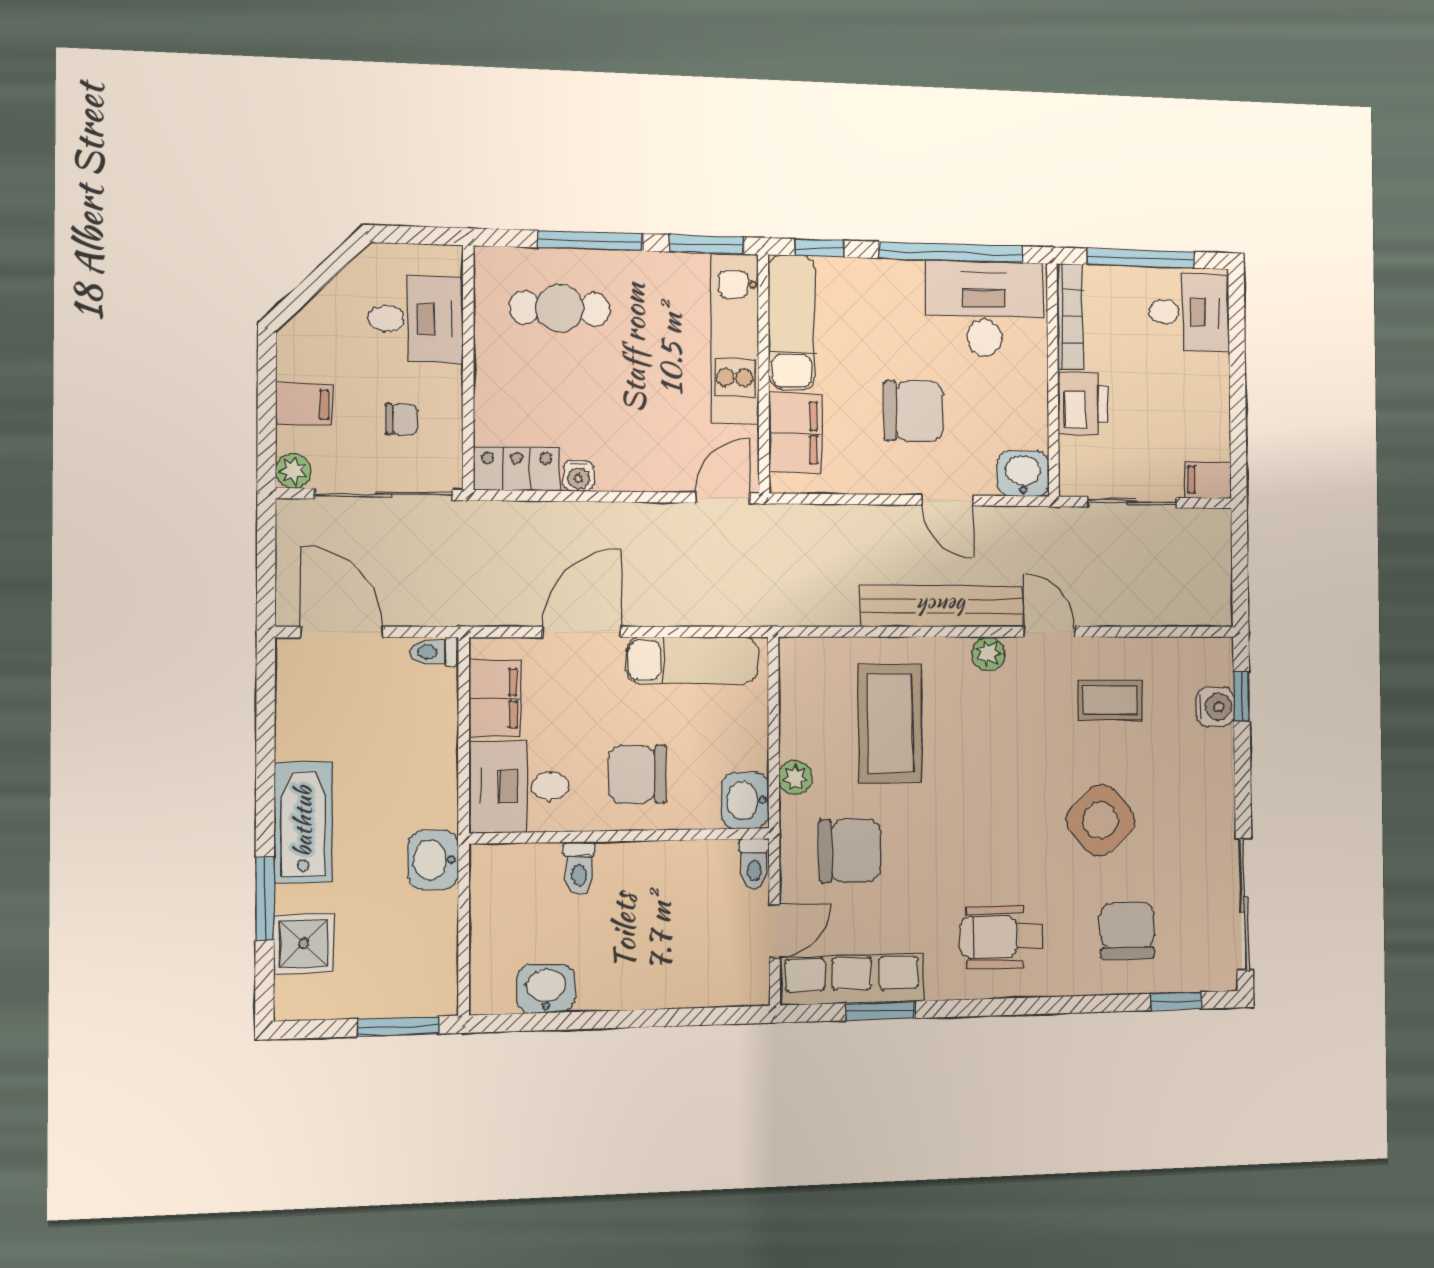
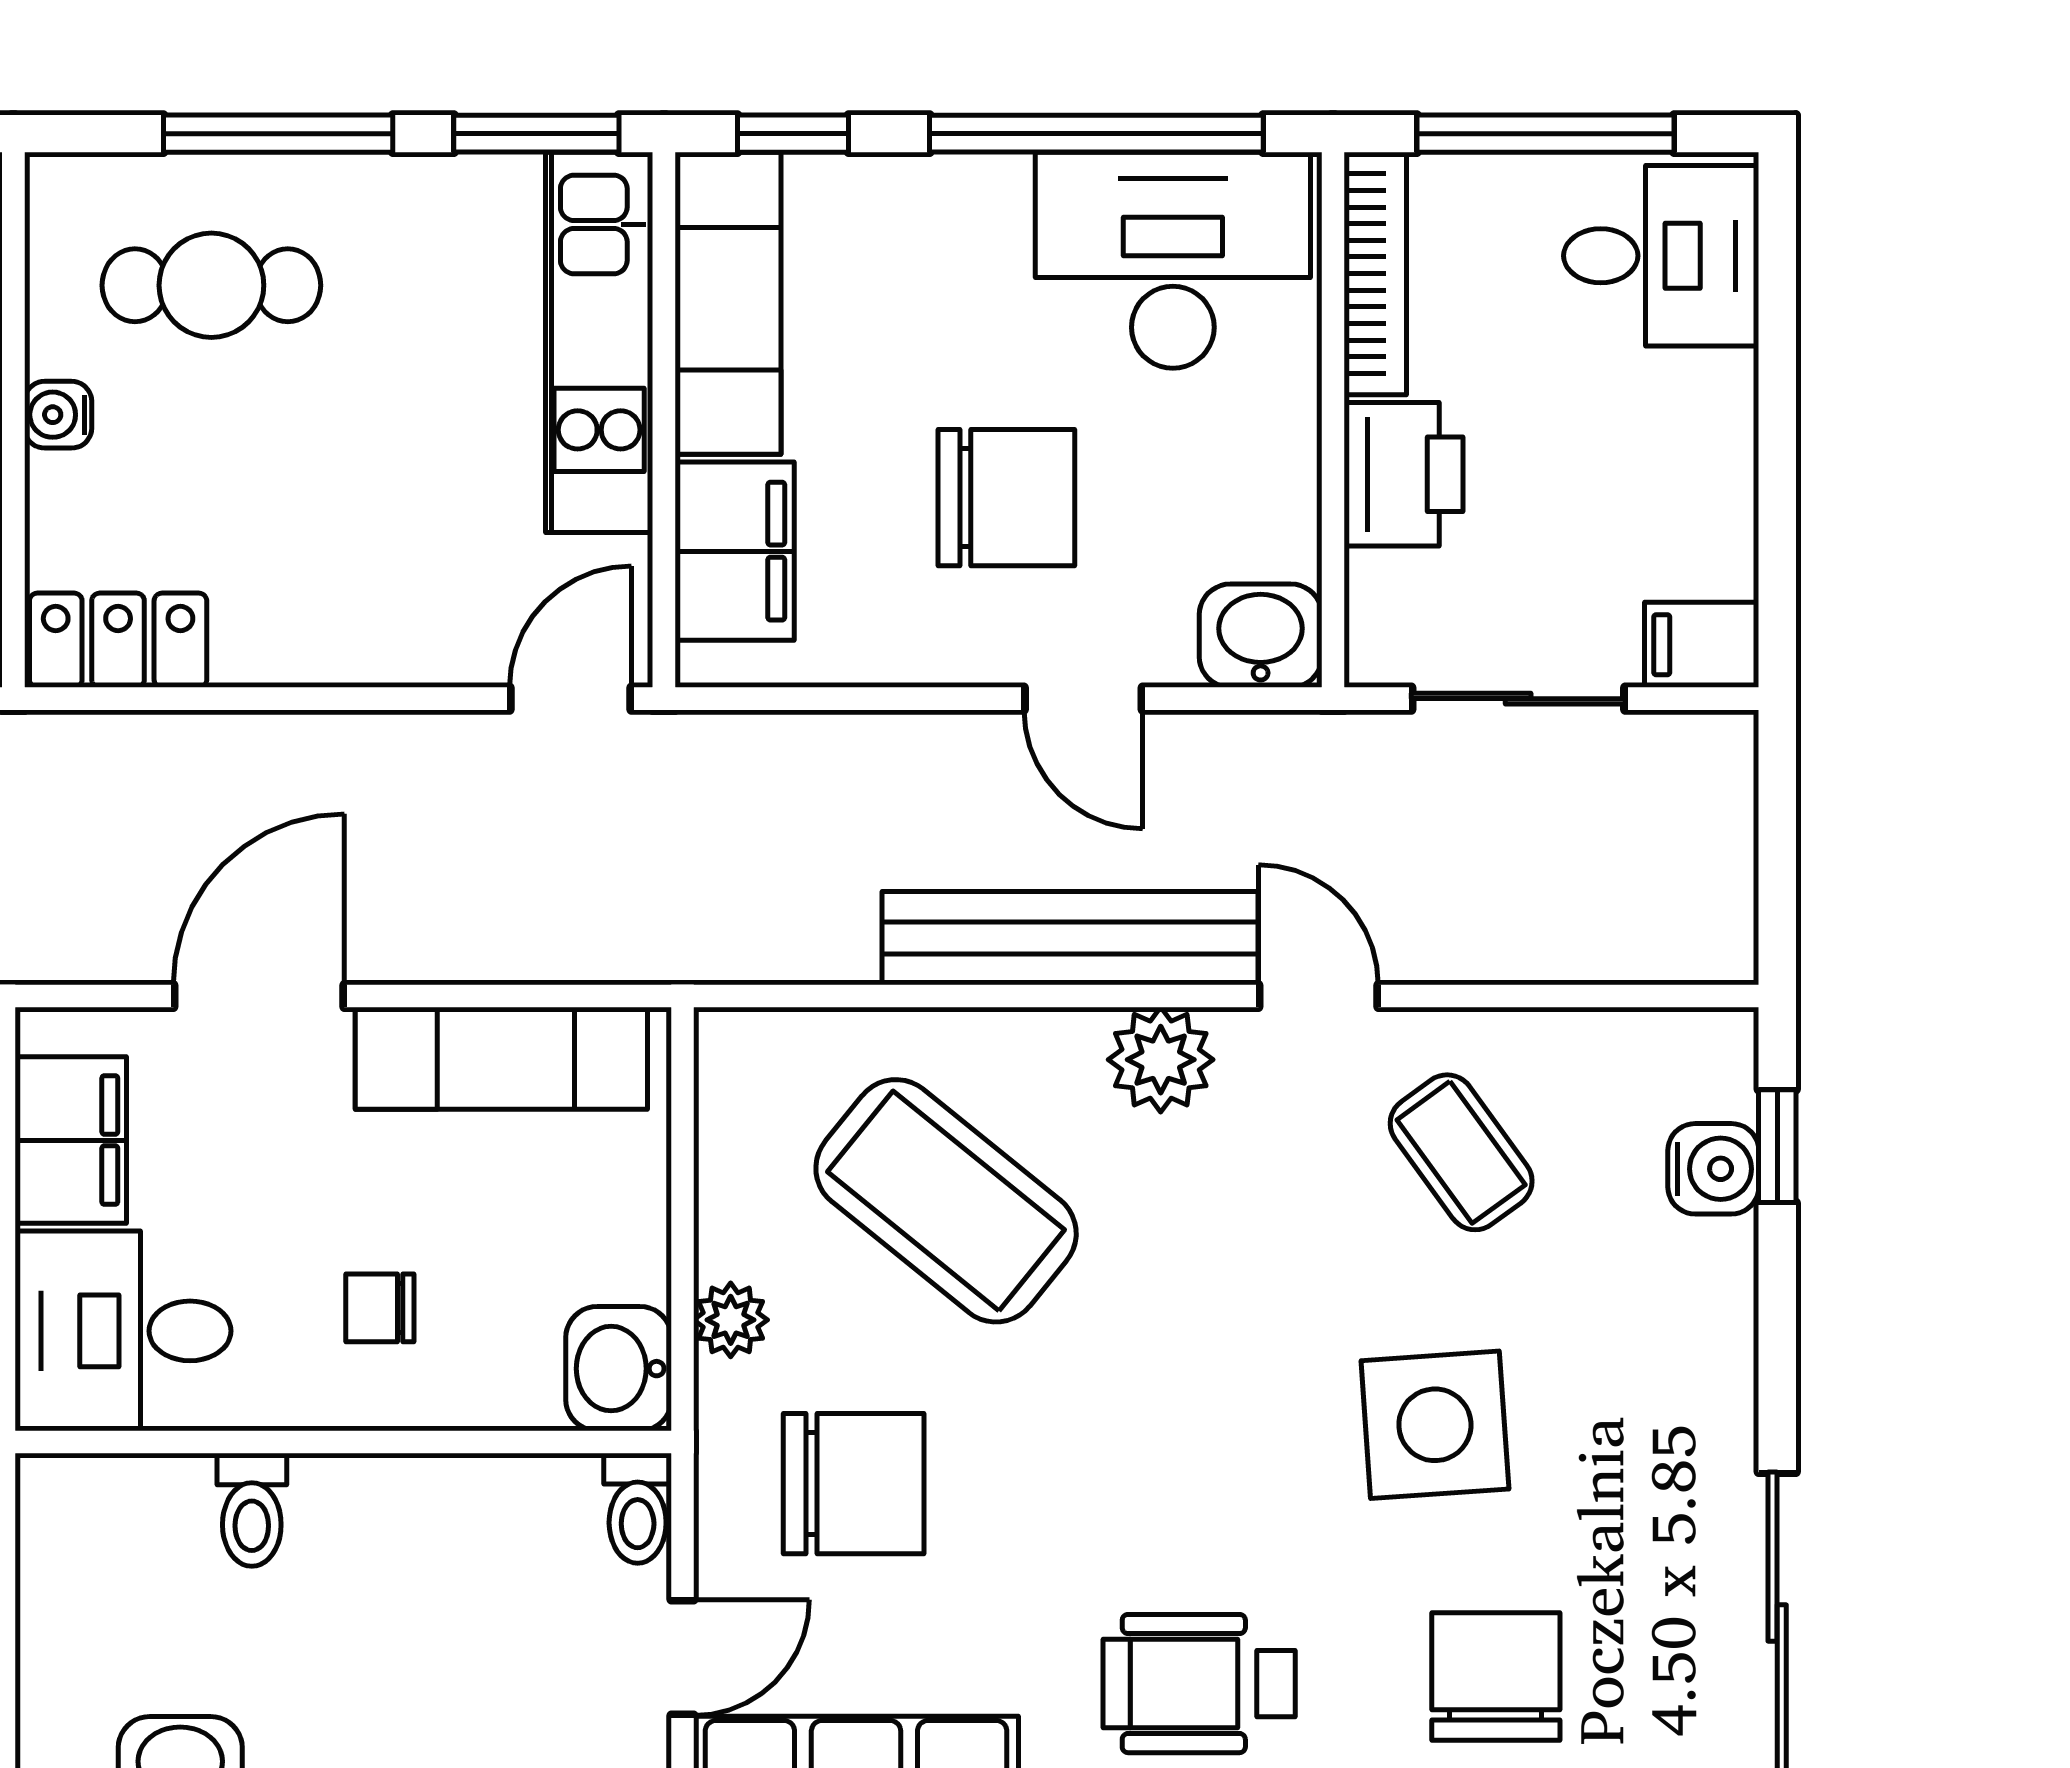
water cooler: (579, 476) -> (58, 415), moved, turned 90
plant: (988, 654) -> (1161, 1060), width x1.38, depth x1.38
coffee table: (1110, 700) -> (1461, 1152), turned 54
coffee table: (890, 723) -> (946, 1201), turned -51
chair: (637, 774) -> (380, 1308), width x0.54, depth x0.54
side table: (1101, 820) -> (1435, 1425), turned 38

